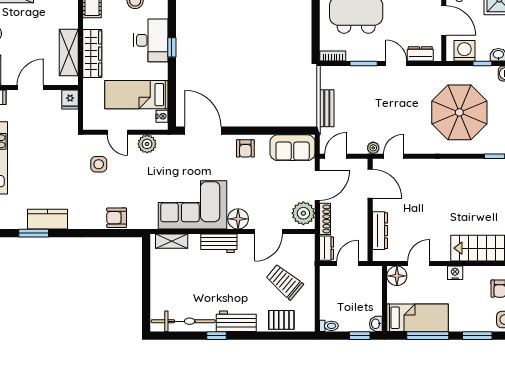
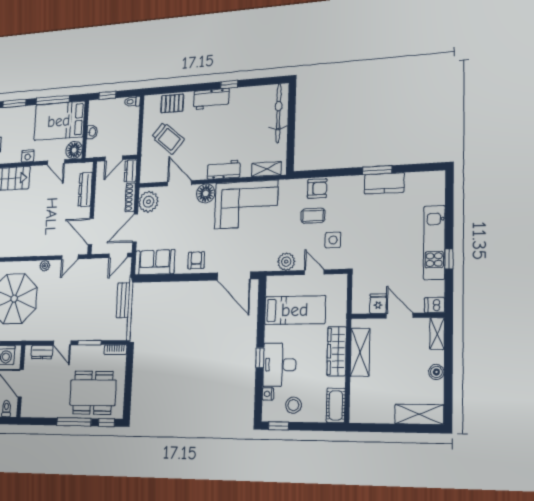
door: (30, 88) -> (400, 316), swing flipped
fridge: (70, 100) -> (378, 304), moved
nightstand: (162, 116) -> (268, 394), moved
plant: (373, 148) -> (45, 266), moved
coffee table: (120, 190) -> (313, 216), added
door: (269, 232) -> (179, 183), hinge flipped
window: (34, 233) -> (377, 170), moved
door: (419, 264) -> (56, 162), hinge flipped
bed: (418, 318) -> (59, 121), width x1.50
bicycle: (183, 321) -> (278, 113), moved, turned 90
washbasin: (376, 324) -> (92, 132), moved

